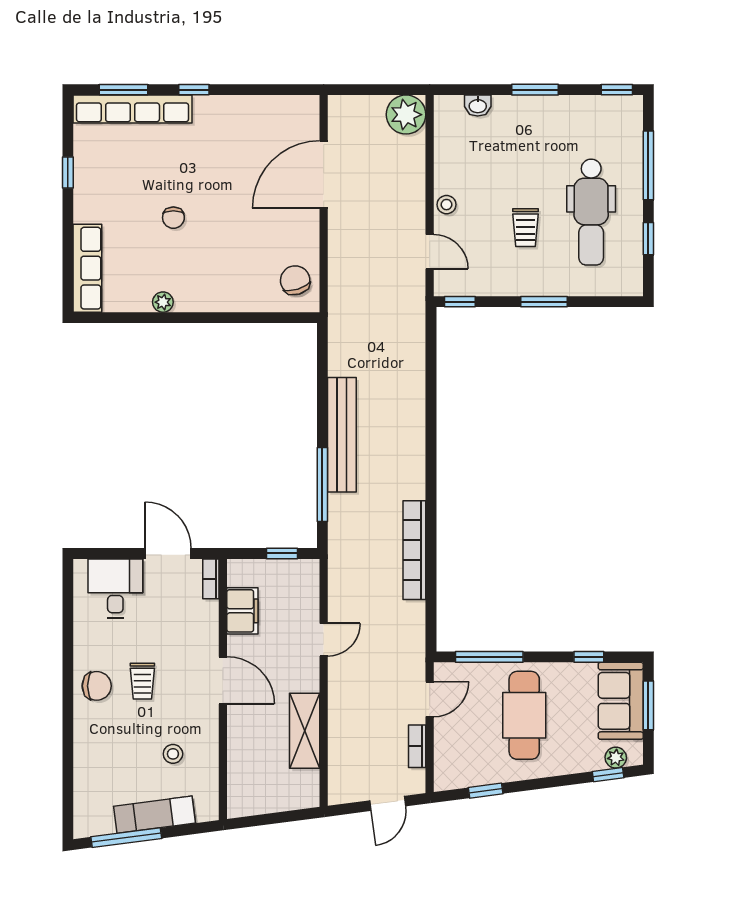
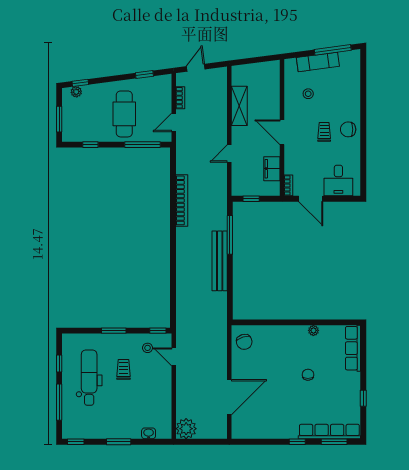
stool: (447, 205) -> (148, 348), moved
sofa: (621, 701) -> (74, 122), removed

